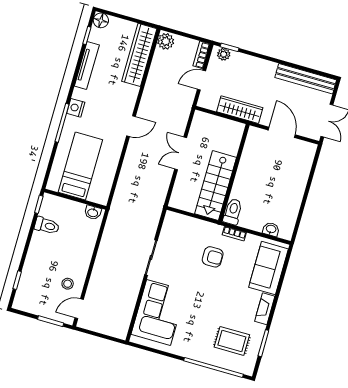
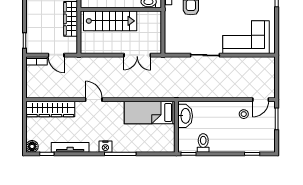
plant: (166, 41) -> (34, 91), removed
plant: (224, 54) -> (31, 44), removed
door: (131, 126) -> (94, 100), moved
double door: (181, 153) -> (137, 55), moved
bed: (80, 166) -> (150, 112), moved
stairs: (216, 186) -> (110, 21), moved
washbasin: (93, 213) -> (185, 116), width x1.91, depth x1.45
door: (79, 309) -> (261, 100), hinge flipped

